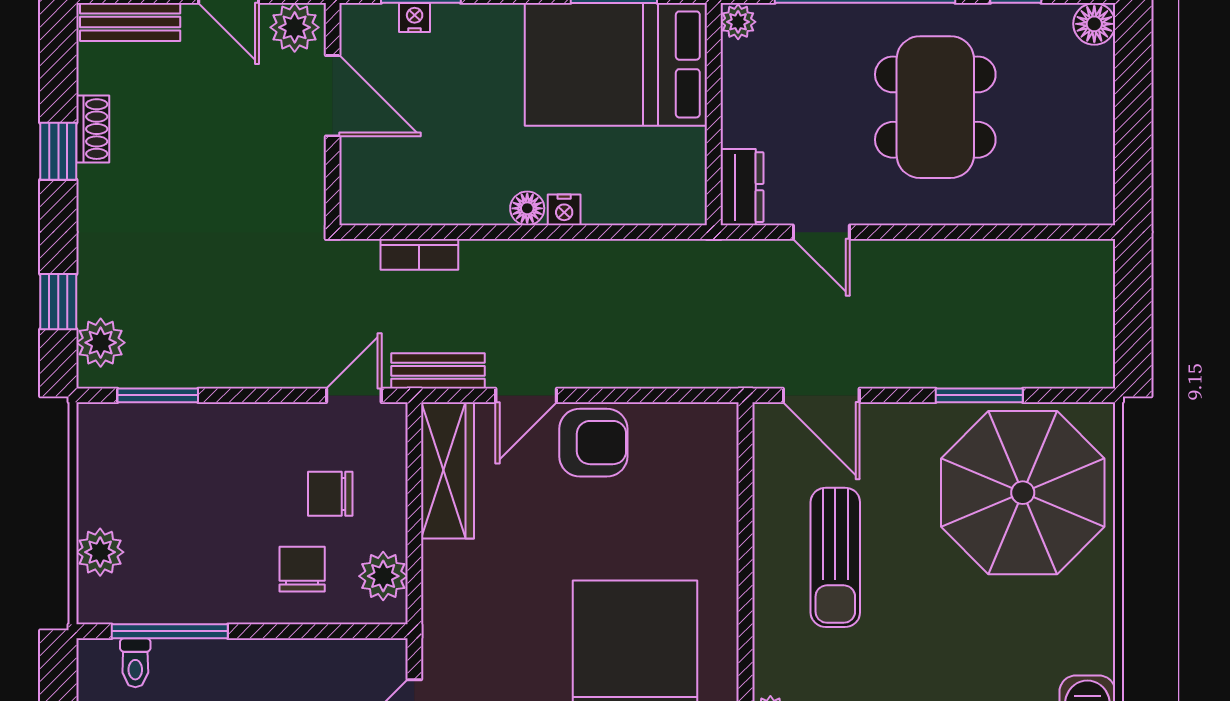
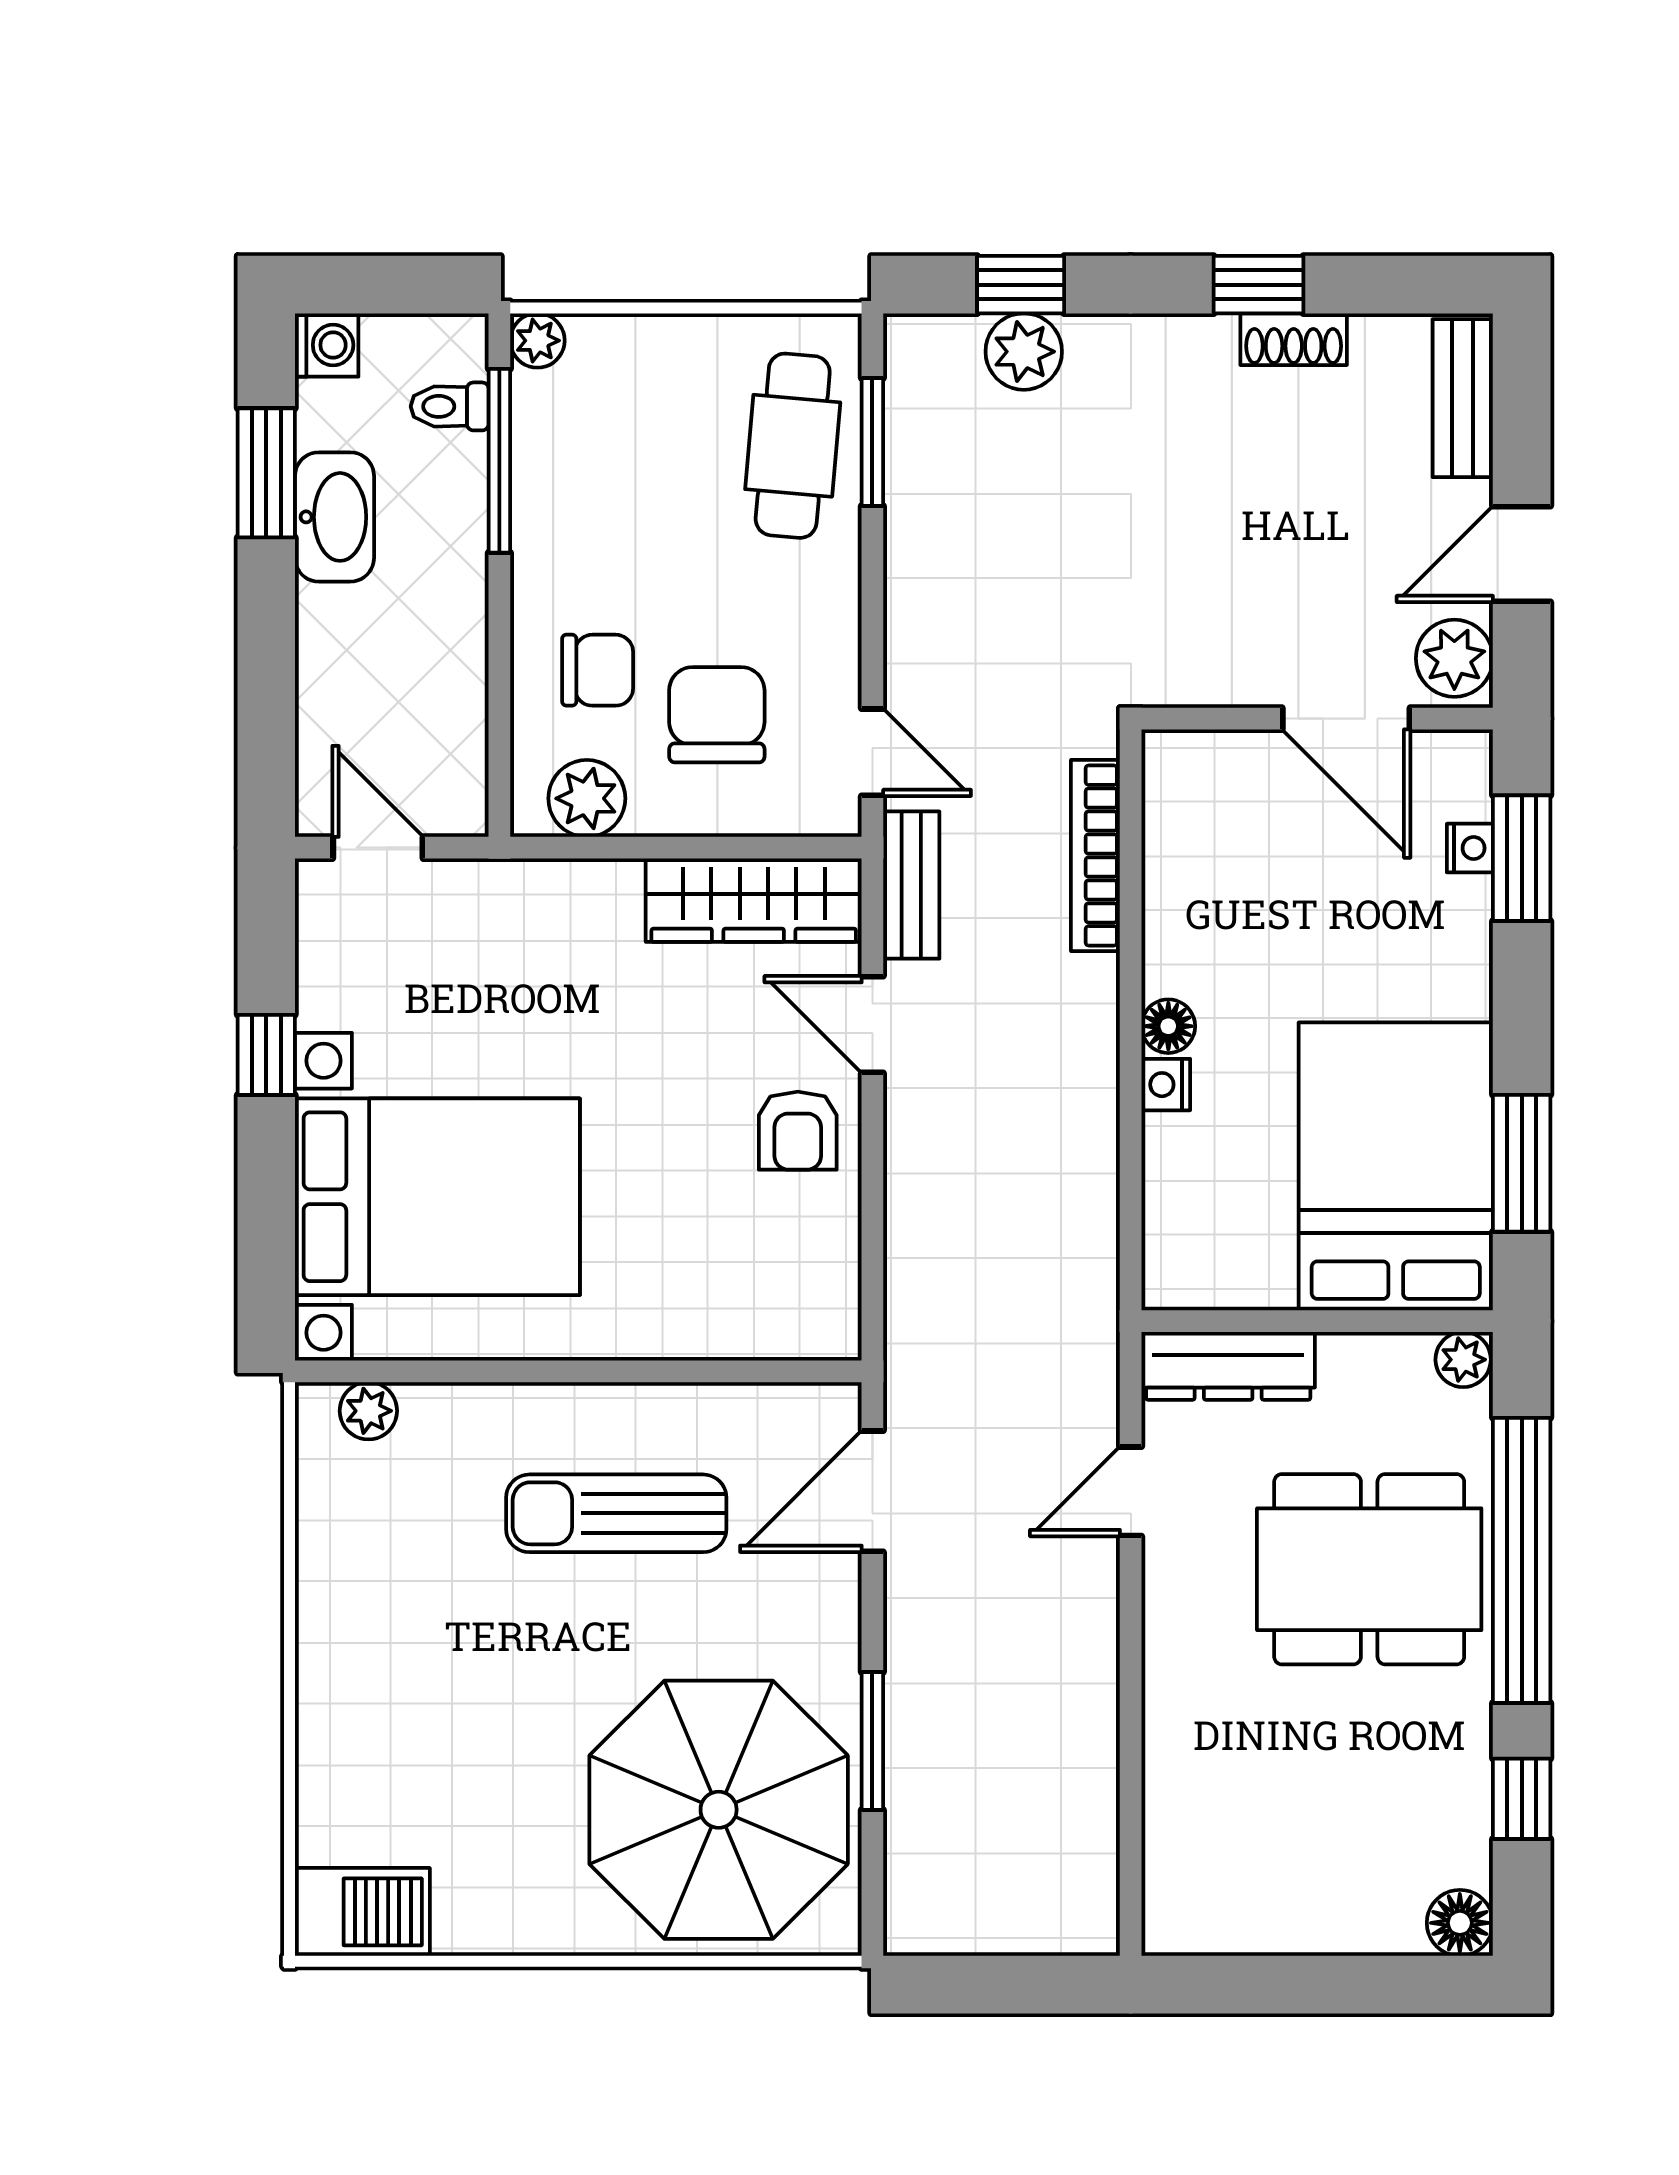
door: (333, 96) -> (1346, 719), hinge flipped
dining table: (935, 107) -> (1369, 1569), moved
dresser: (742, 187) -> (1228, 1366), width x1.44
bookcase: (419, 254) -> (1095, 855), width x1.56
plant: (101, 343) -> (1024, 352), moved
armchair: (593, 443) -> (798, 1131), width x0.72, depth x0.72
cafe table: (160, 446) -> (793, 446), added
chair: (330, 494) -> (717, 715), width x1.37, depth x1.37
plant: (100, 552) -> (537, 341), moved, width x0.73, depth x0.73

